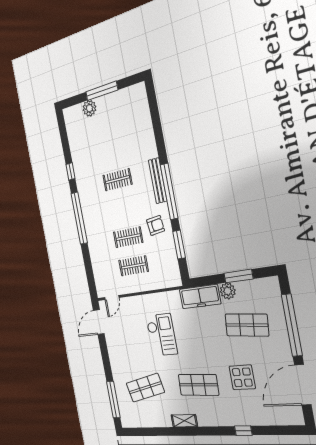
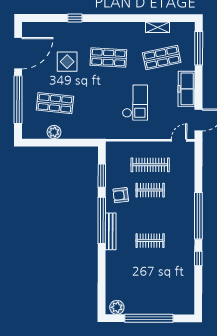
window: (102, 91) -> (149, 318), width x1.46
plant: (89, 108) -> (117, 307), moved
clothes rail: (133, 266) -> (150, 165), width x1.36
window: (238, 276) -> (54, 143), removed
plant: (228, 291) -> (54, 132), moved
freezer: (200, 297) -> (186, 89), moved, turned -90
checkout: (162, 335) -> (135, 103), turned 180
shelving: (184, 421) -> (158, 27), moved

